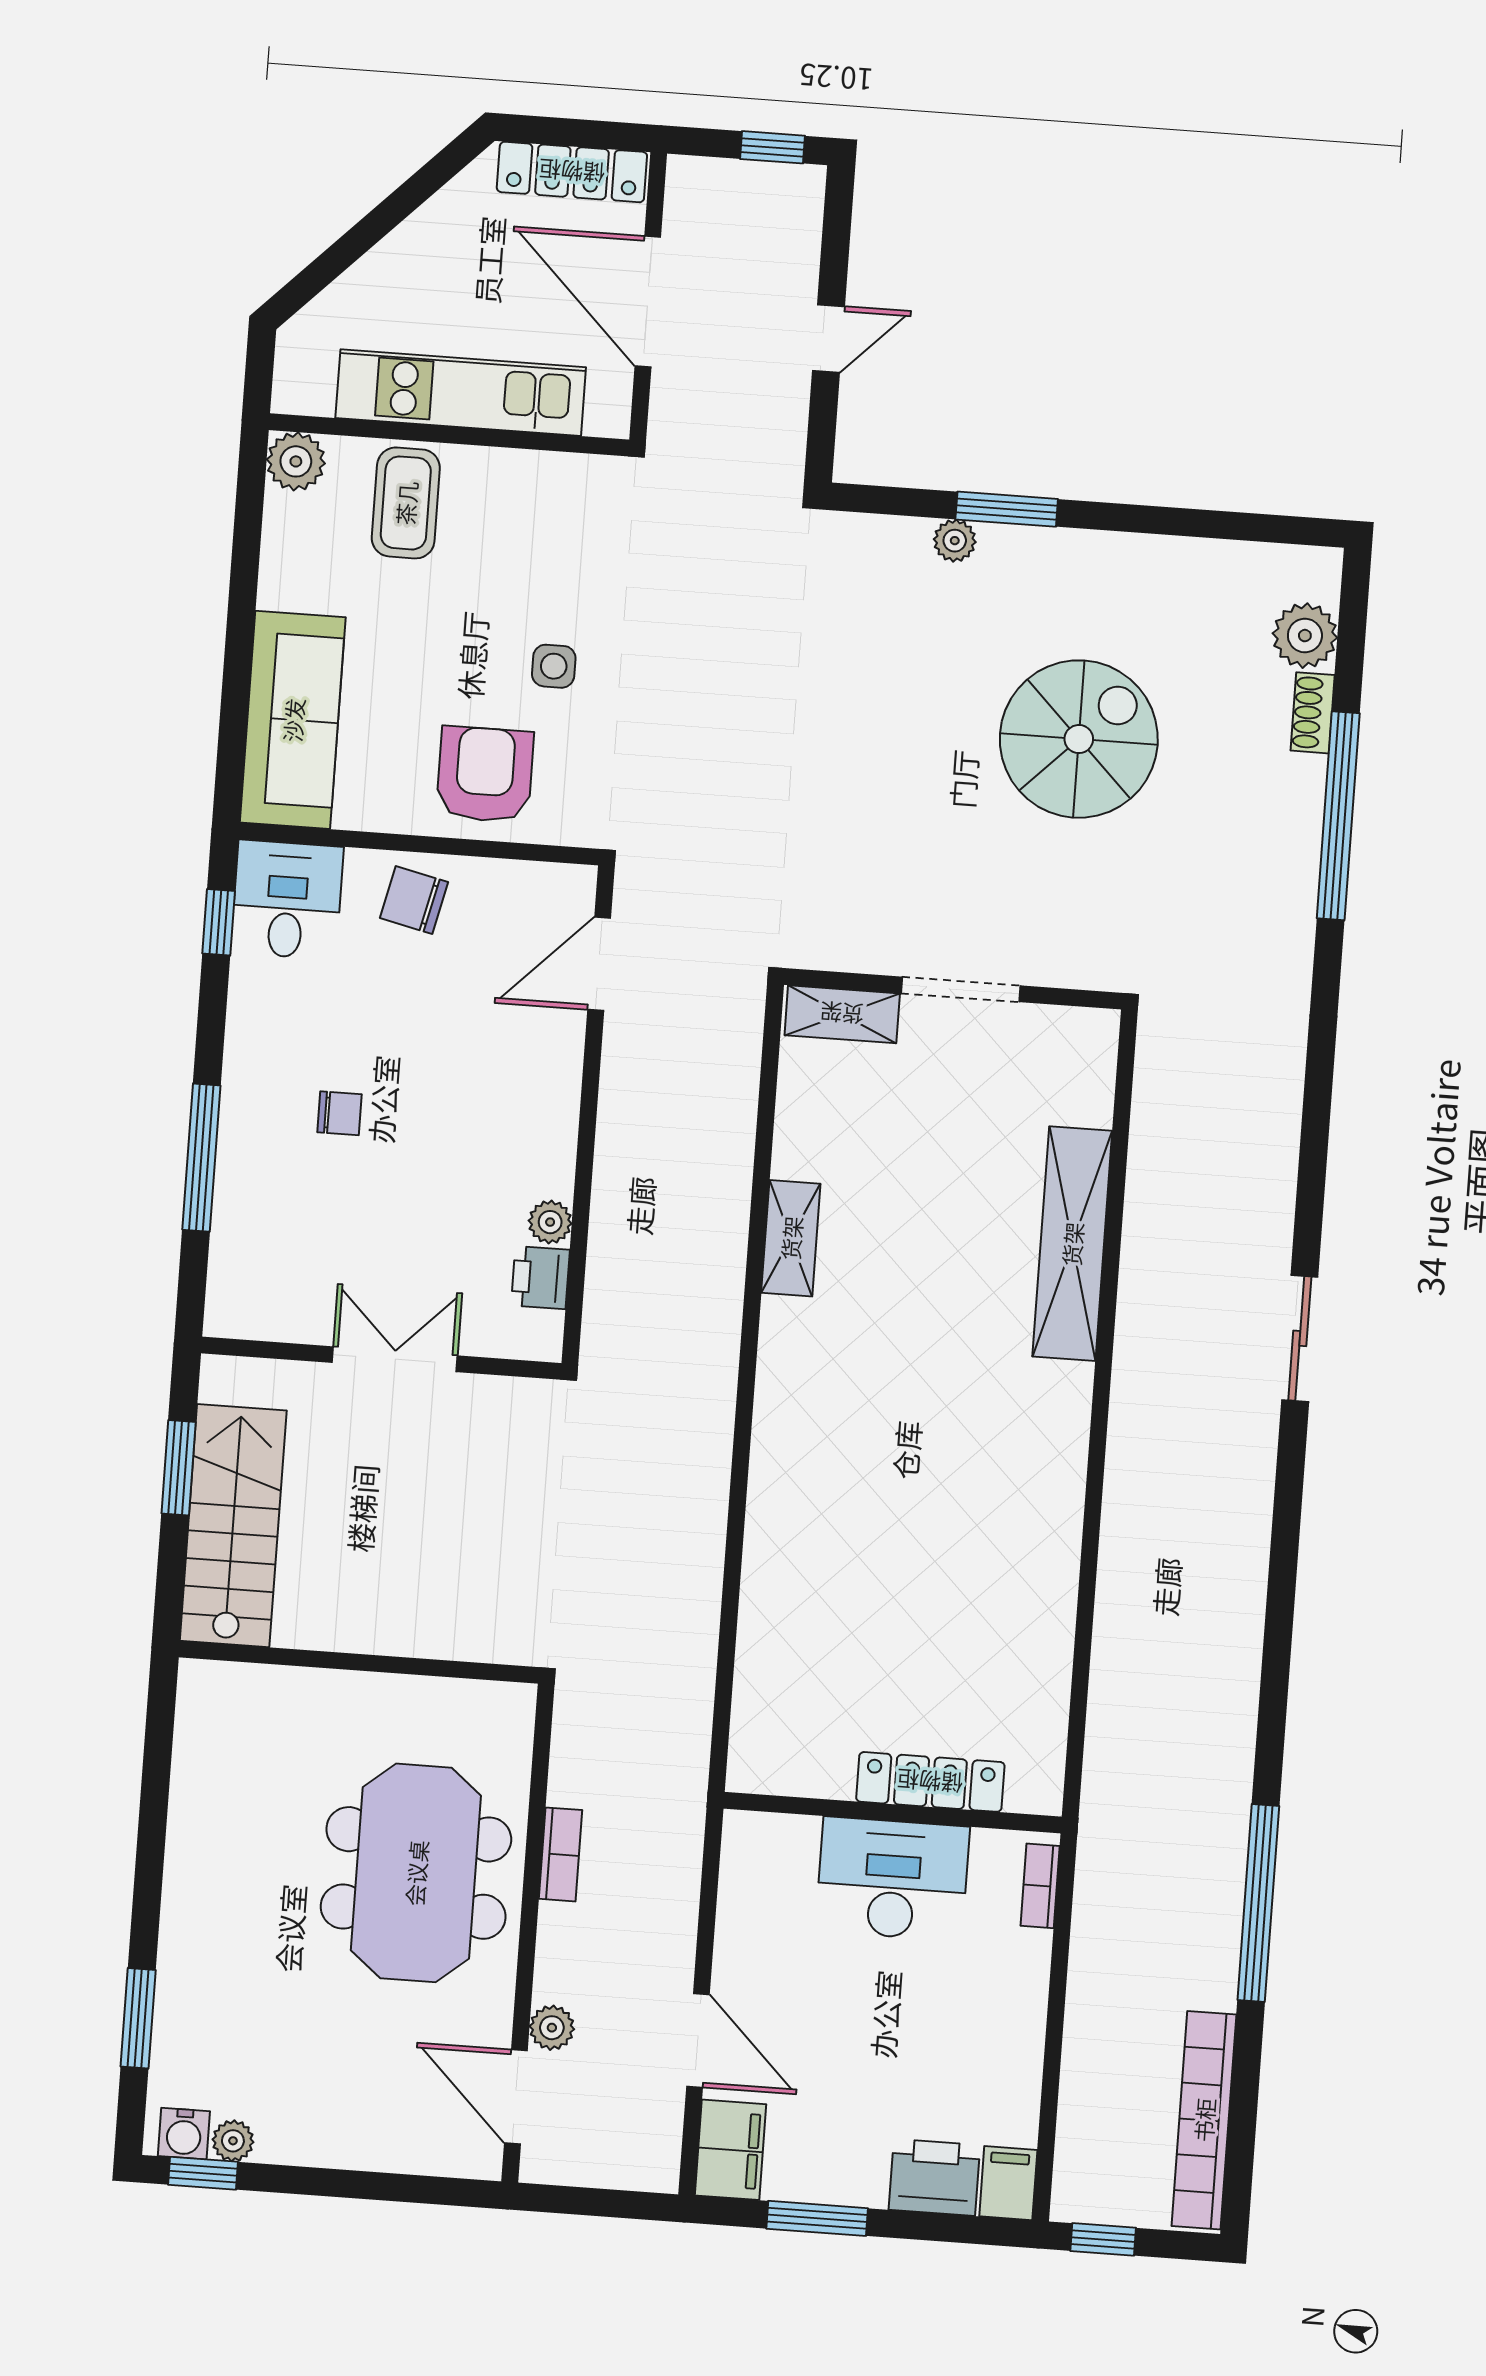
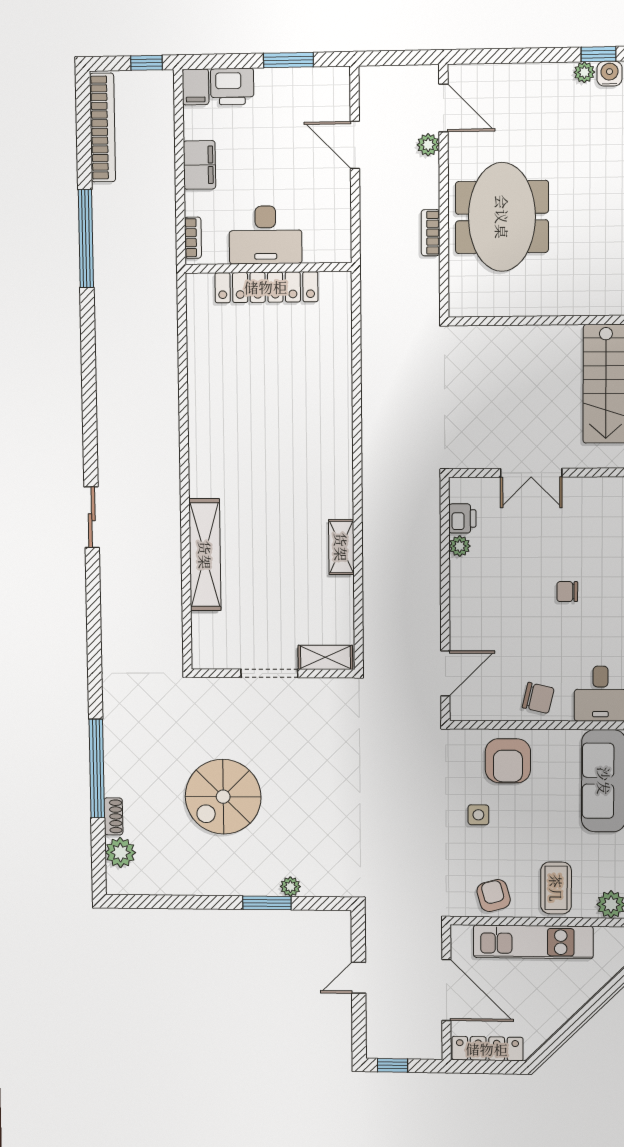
armchair: (535, 495) -> (494, 896), added
locker: (930, 1782) -> (266, 287), width x1.41, depth x1.21
filing cabinet: (730, 2150) -> (199, 165), moved, turned 180

